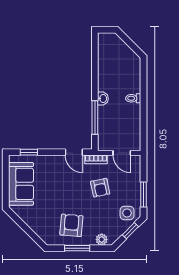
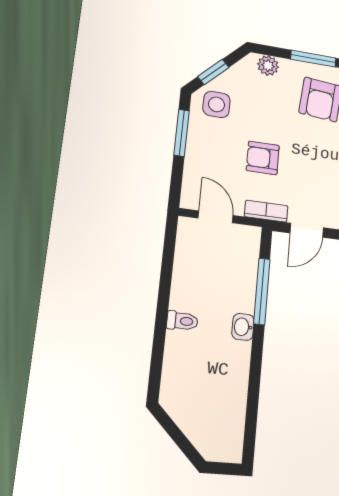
door: (74, 152) -> (307, 230), swing flipped
armchair: (100, 188) -> (263, 158), turned -78

